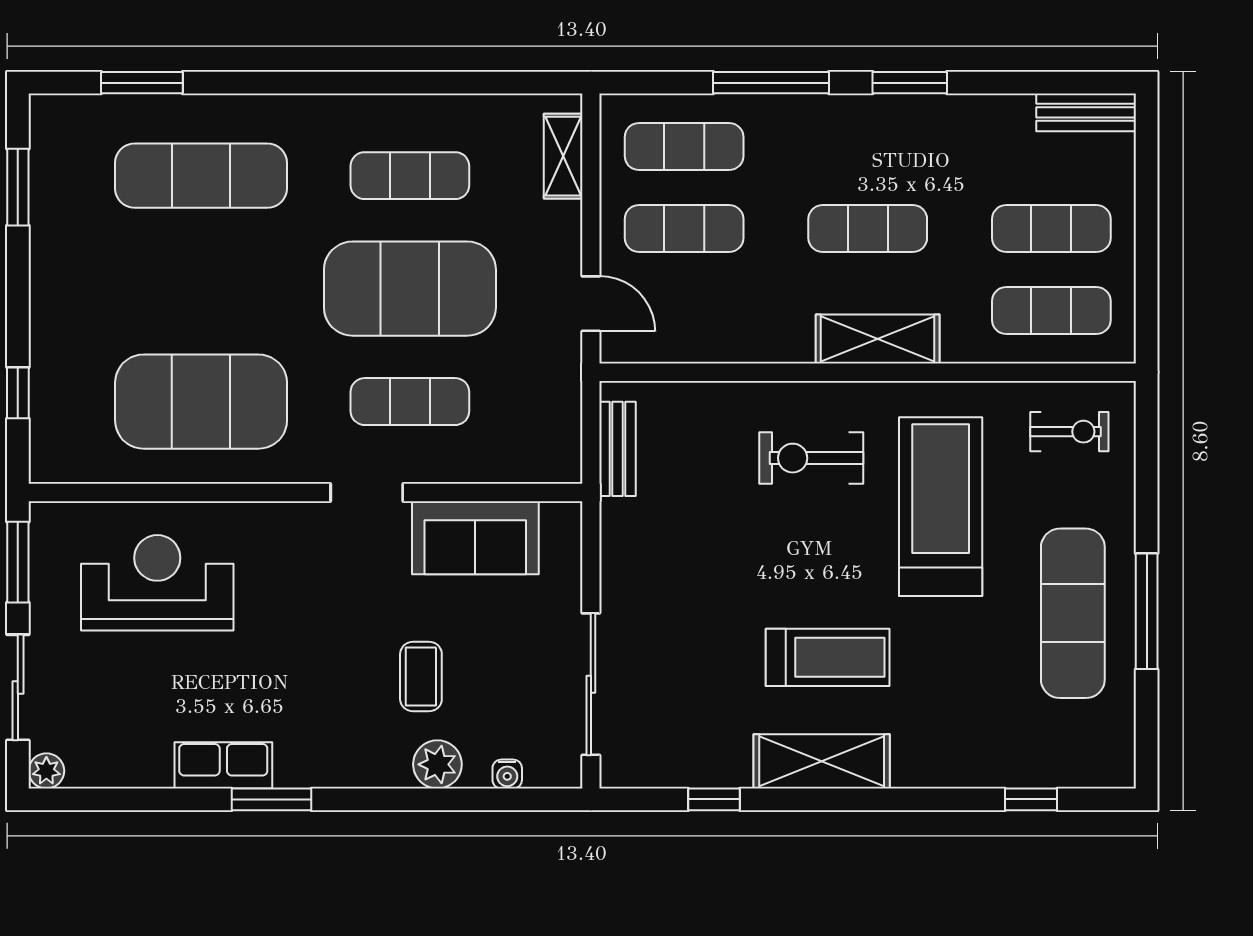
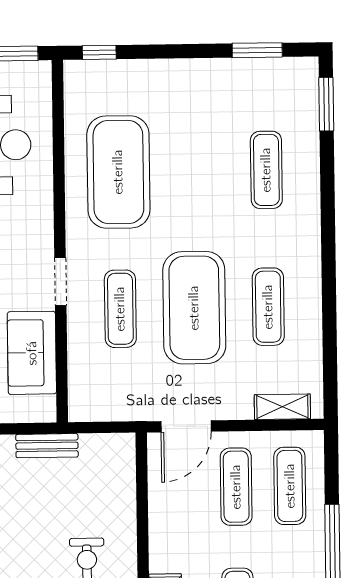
window: (142, 83) -> (326, 104), moved
exercise mat: (201, 176) -> (266, 170), width x0.73, depth x0.69
door: (591, 304) -> (186, 426), width x1.37
window: (18, 393) -> (99, 52), moved
bench: (618, 449) -> (47, 446), moved

